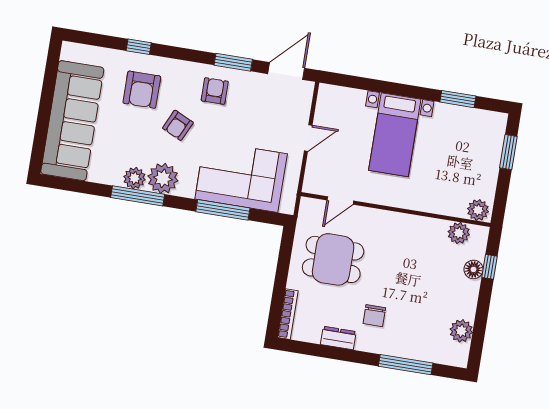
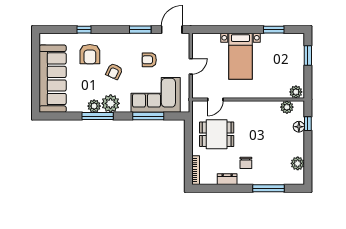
armchair: (215, 91) -> (149, 60), moved, turned -90

